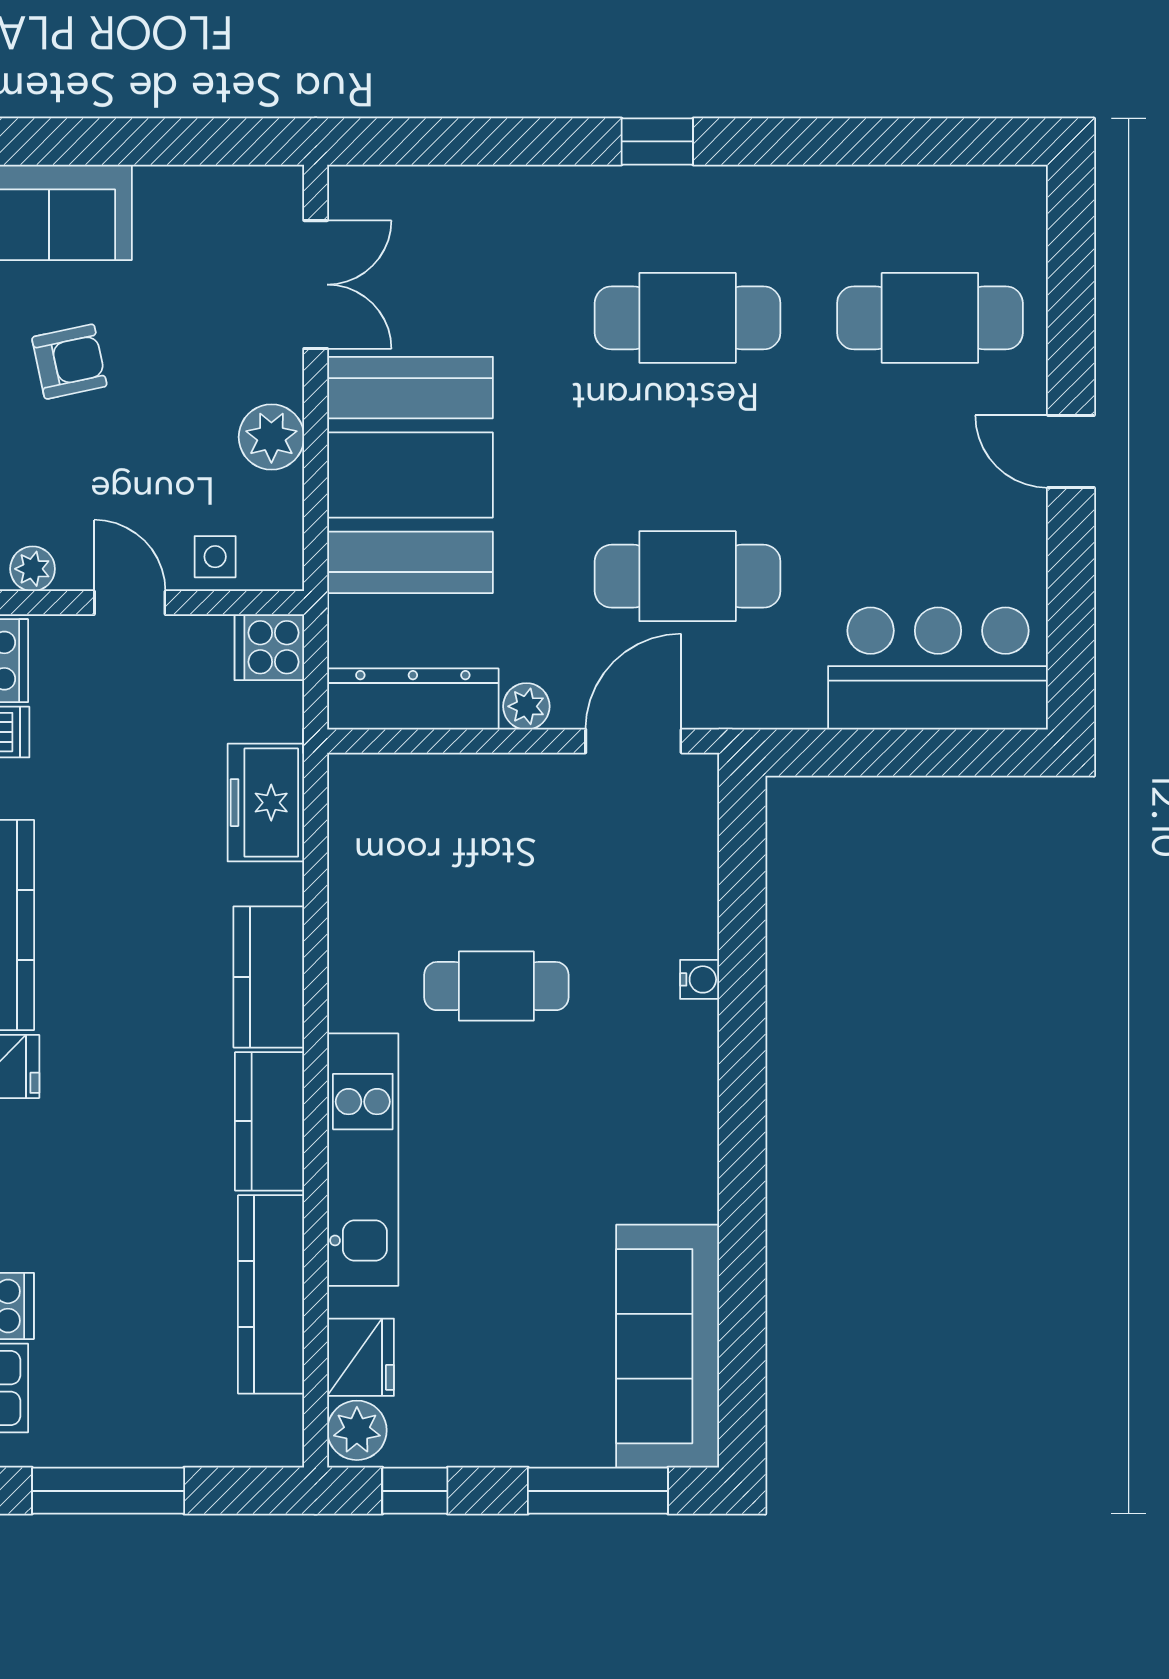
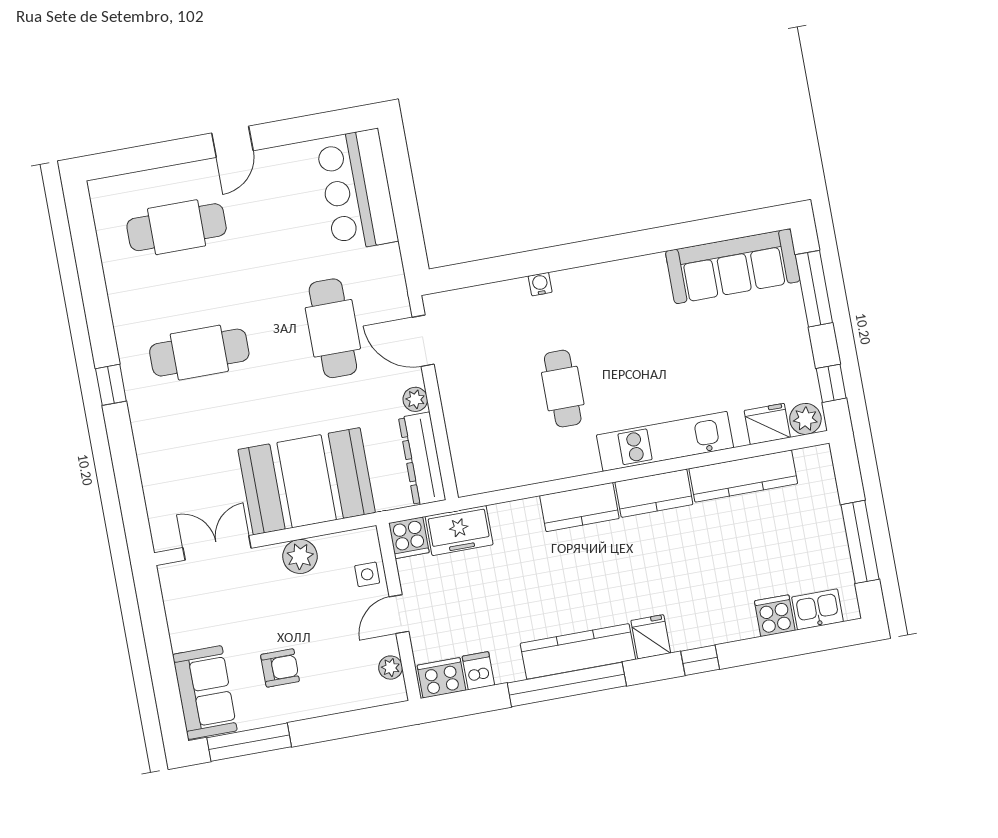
cafe table: (688, 318) -> (199, 353), turned 90
cafe table: (930, 318) -> (177, 227), turned 90
armchair: (69, 362) -> (280, 668), turned 102
freezer: (266, 803) -> (459, 531), moved

